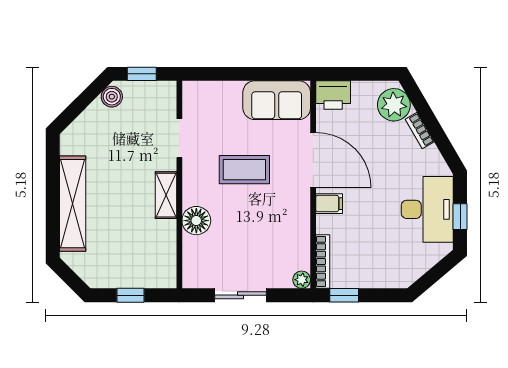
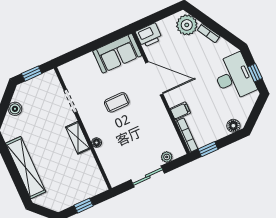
boiler: (112, 97) -> (15, 109), moved
coffee table: (244, 170) -> (117, 102), width x0.73, depth x0.77
filing cabinet: (329, 204) -> (180, 111), moved
floor lamp: (196, 221) -> (97, 143), width x0.53, depth x0.53
floor lamp: (395, 278) -> (233, 126), added
plant: (302, 280) -> (167, 157), moved

